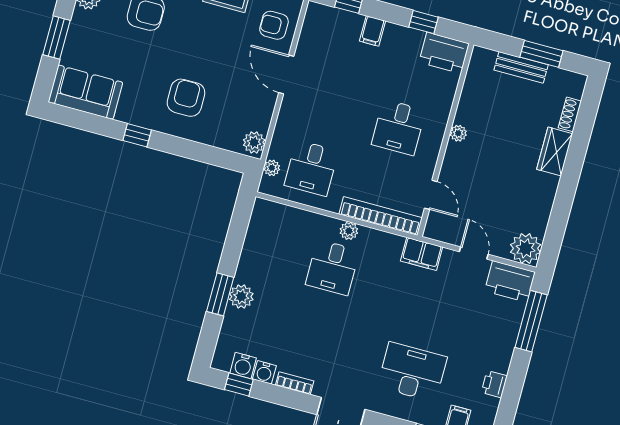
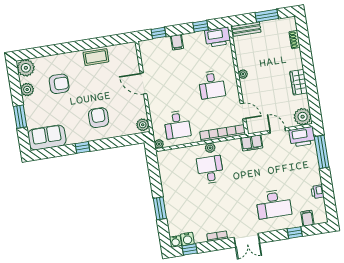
armchair: (274, 25) -> (126, 62), removed
bench: (521, 67) -> (246, 29), moved
wardrobe: (555, 151) -> (299, 82), moved
plant: (272, 168) -> (159, 144), moved
desk: (333, 267) -> (210, 170), turned 180
plant: (241, 297) -> (171, 205), removed
water cooler: (264, 372) -> (175, 241), moved
desk: (412, 372) -> (274, 204), turned 180

